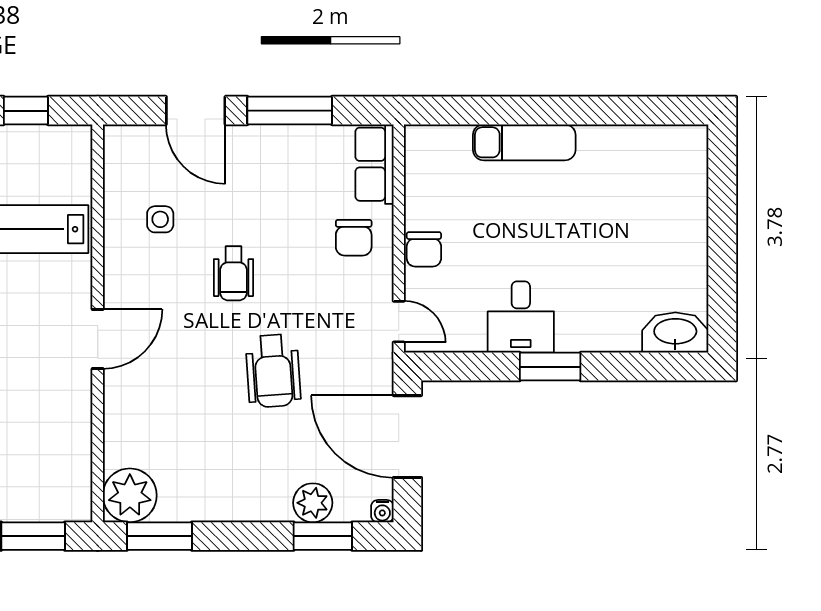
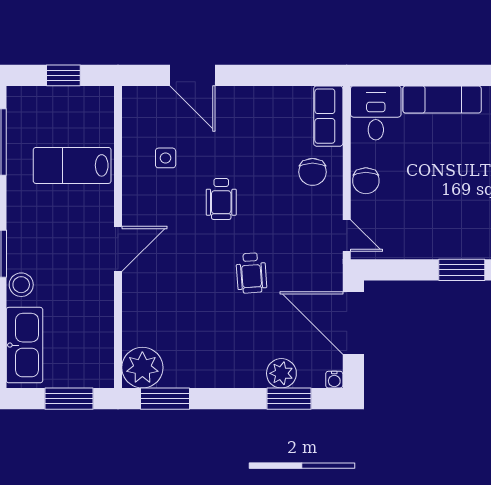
window: (290, 111) -> (264, 75), removed
desk: (521, 317) -> (376, 113), moved, turned 180
wheelchair: (273, 371) -> (251, 273), width x0.73, depth x0.73

